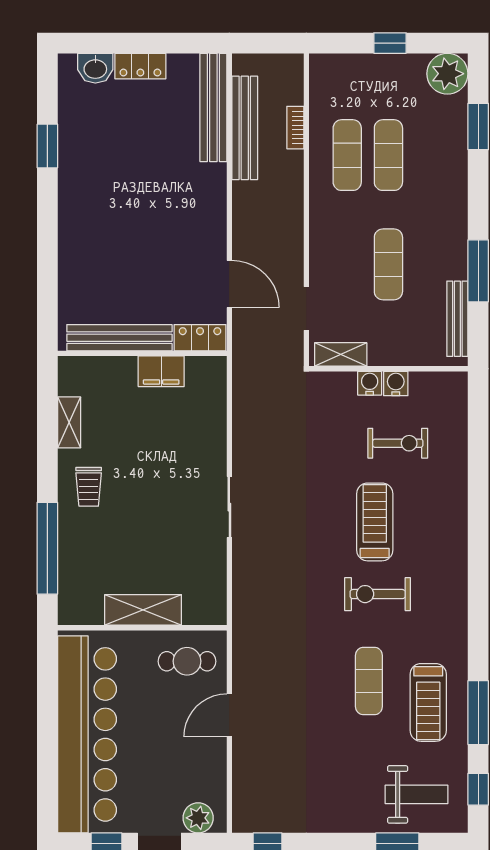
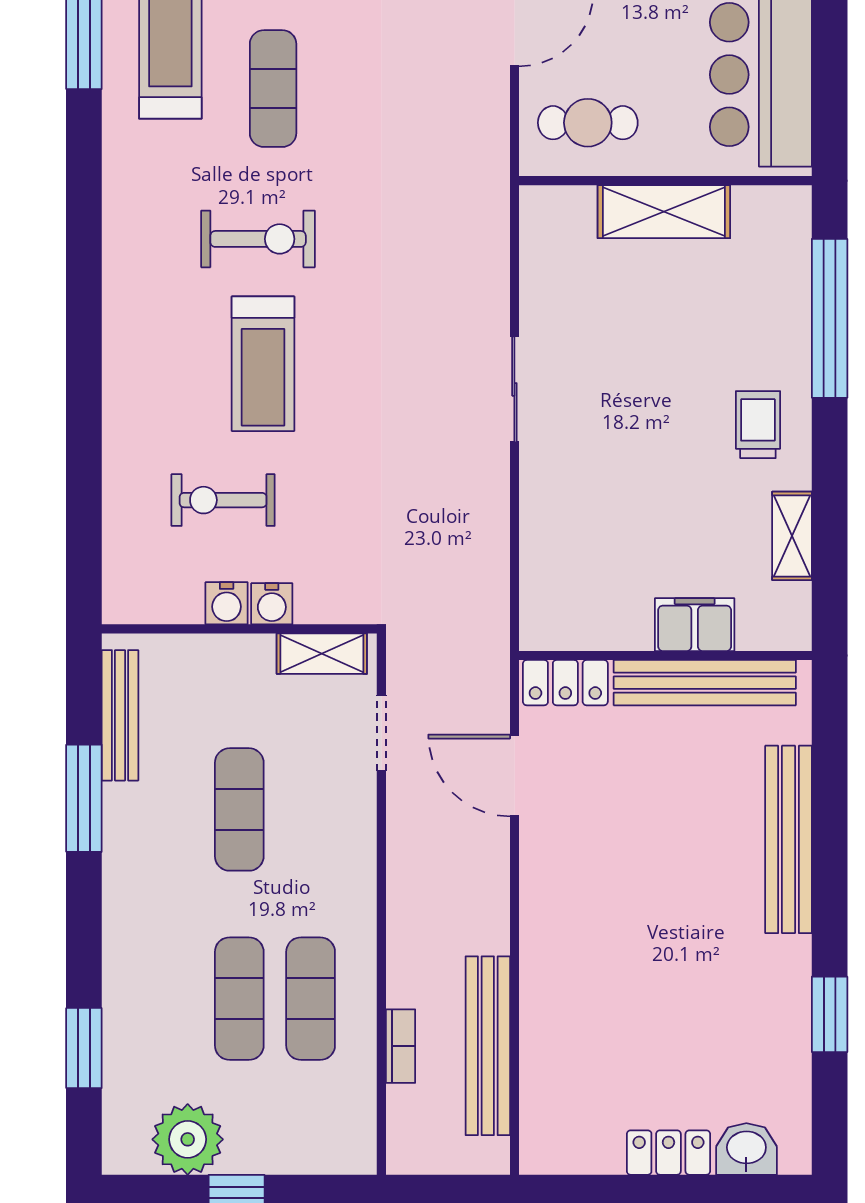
plant: (447, 74) -> (188, 1139), moved
bench: (213, 107) -> (788, 839), moved
filing cabinet: (161, 371) -> (695, 625), moved

